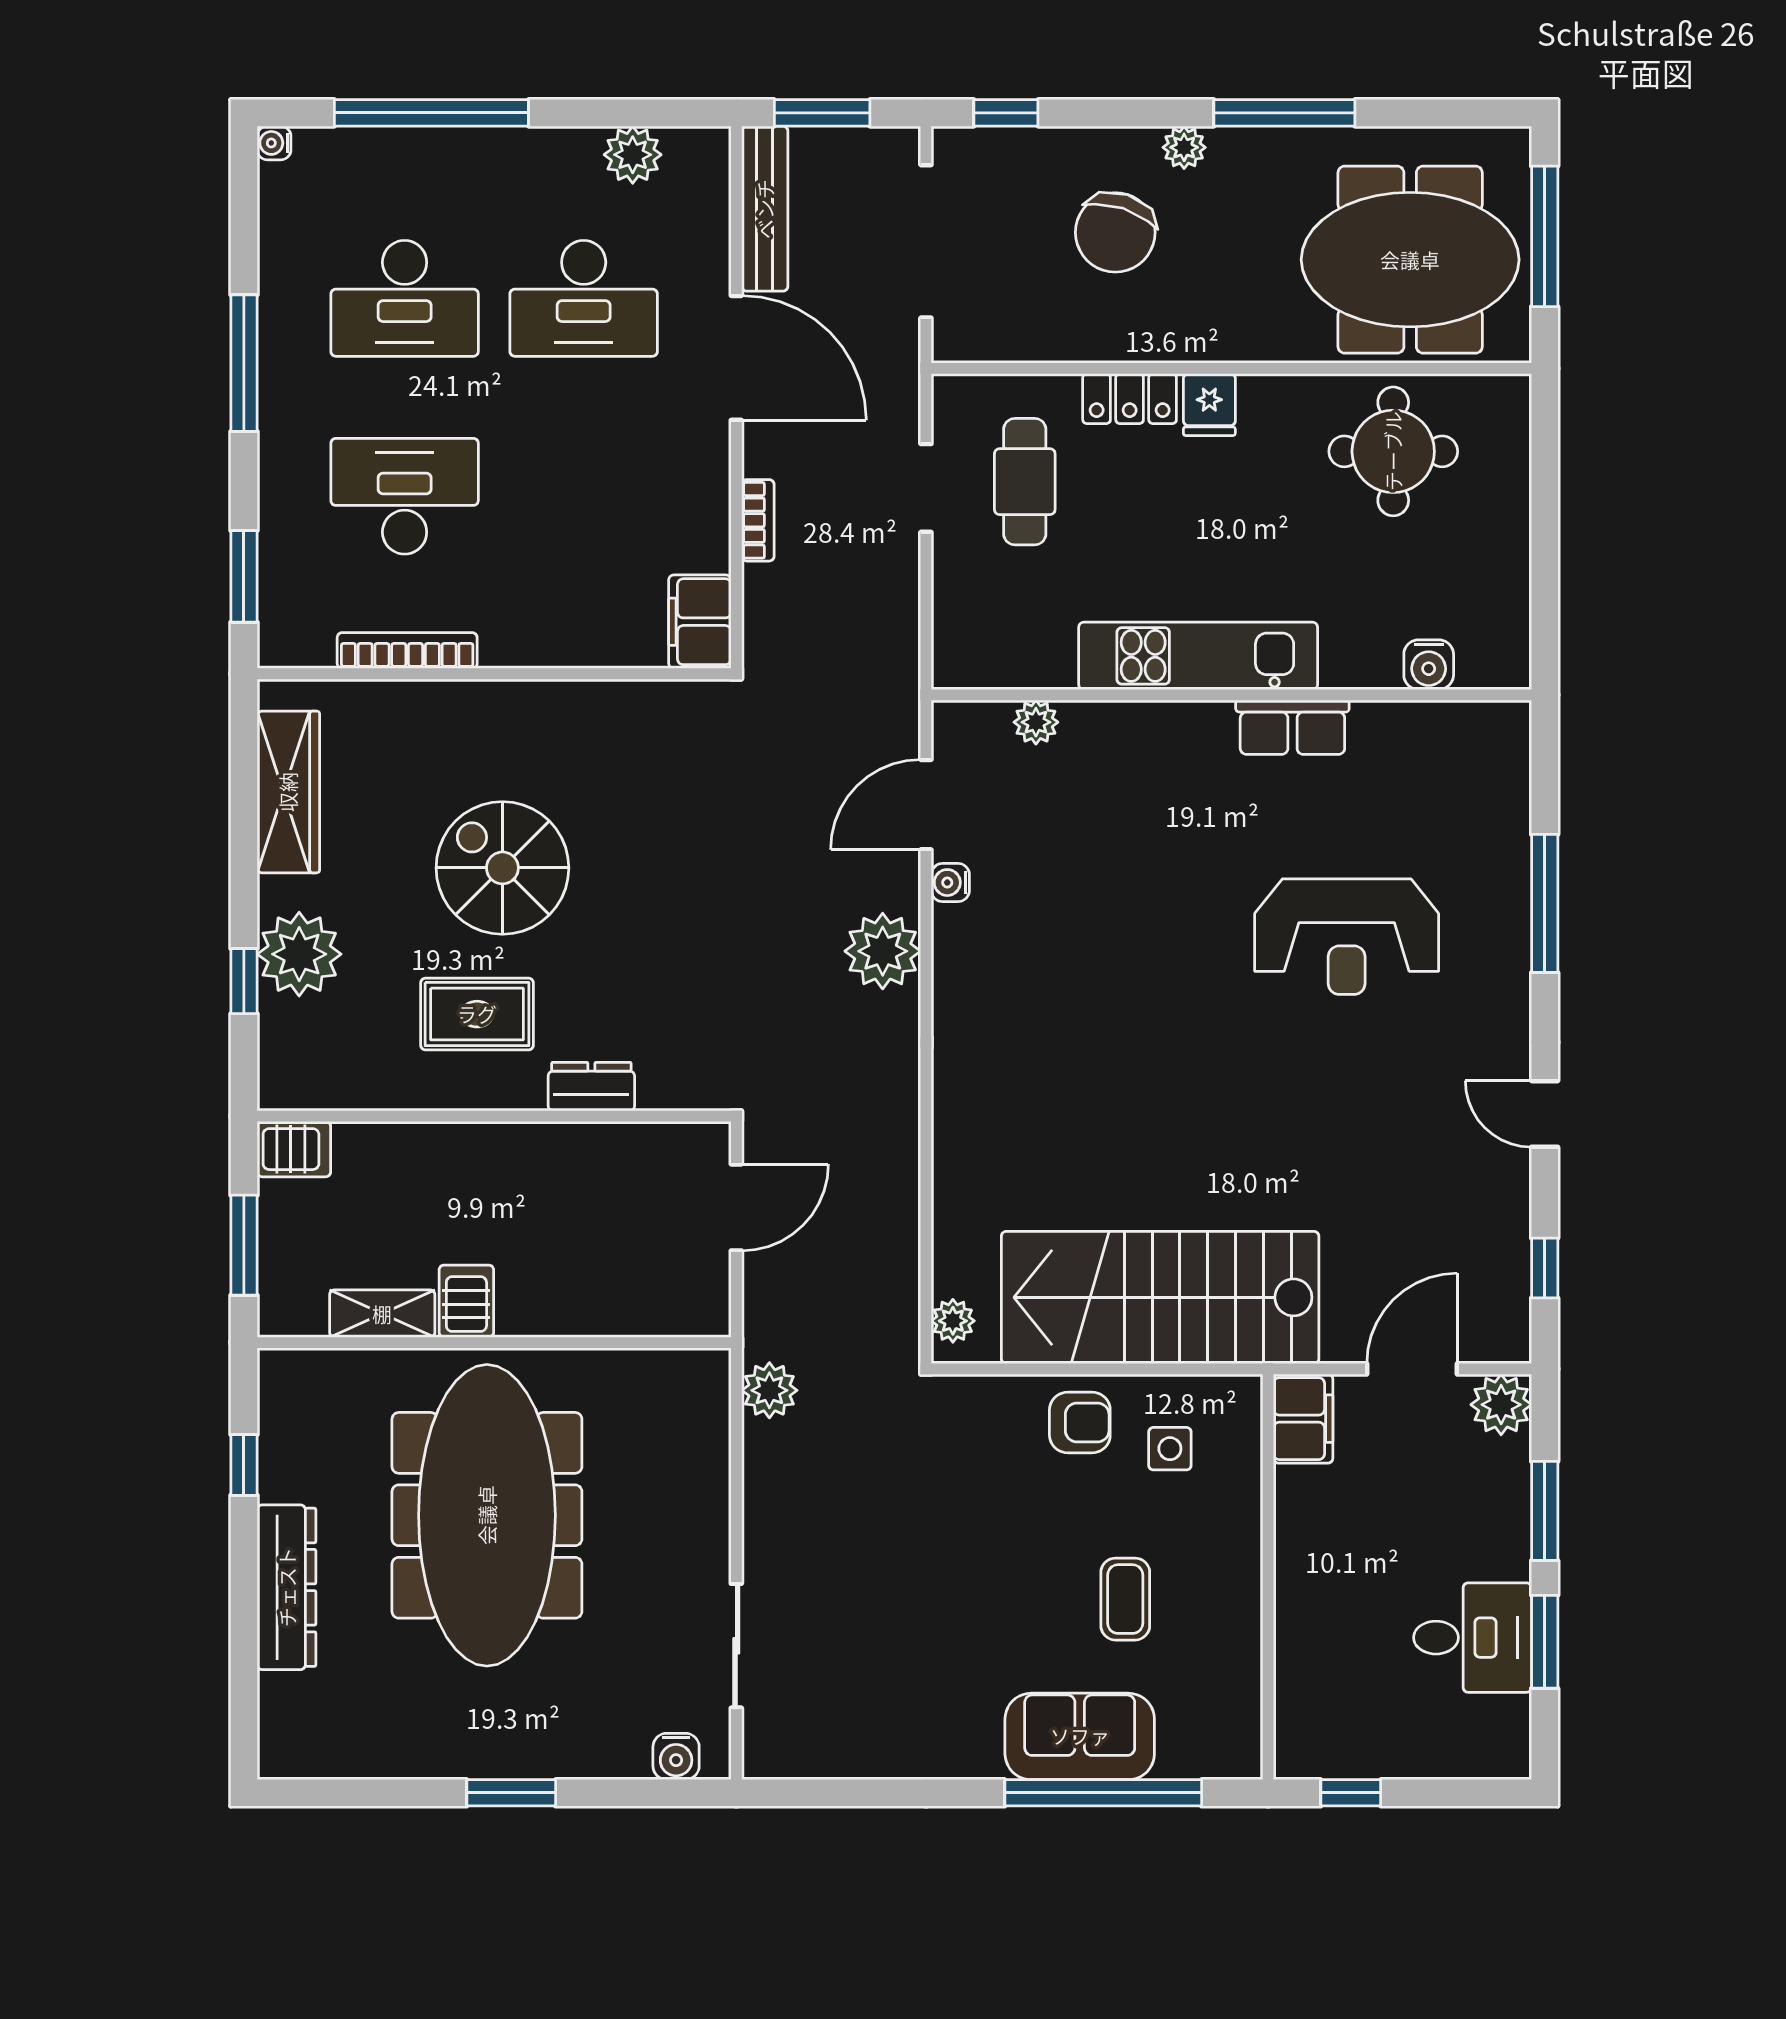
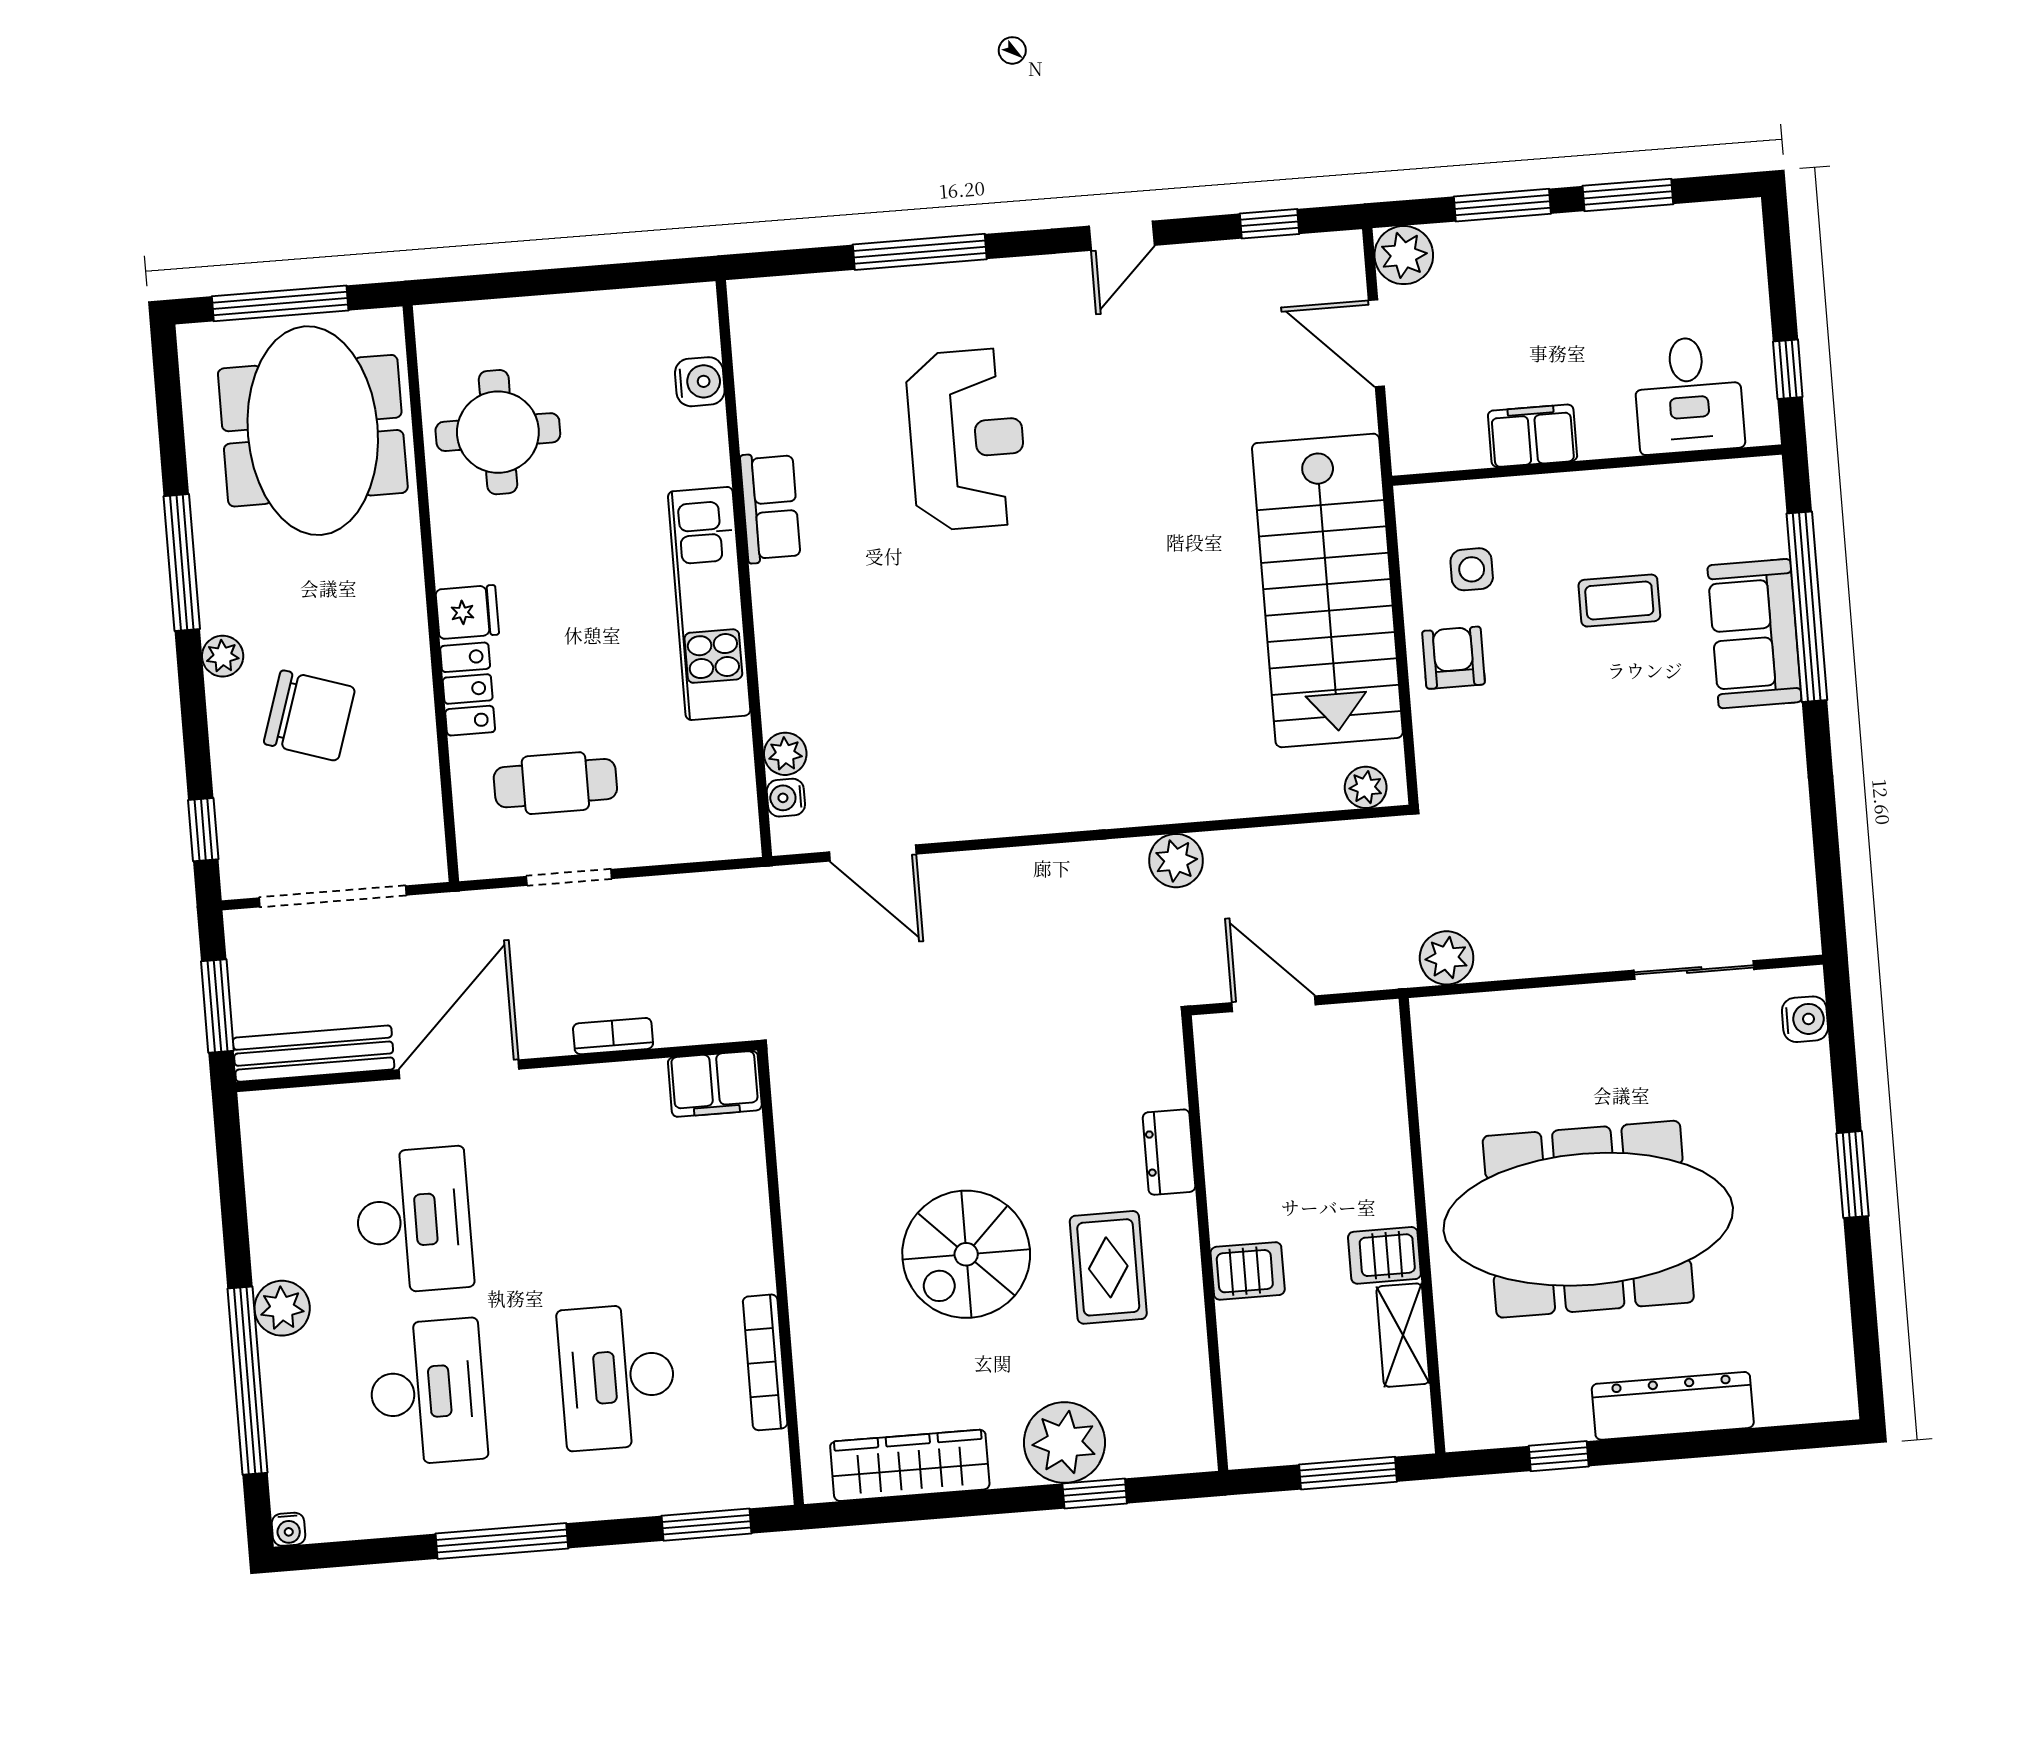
plant: (633, 155) -> (282, 1308), moved
water cooler: (950, 883) -> (786, 798), moved, turned 90
plant: (883, 951) -> (1176, 861), moved, width x0.73, depth x0.73
server rack: (294, 1149) -> (1248, 1271), moved, turned 90
filing cabinet: (1303, 1419) -> (1533, 436), moved
desk: (1473, 1638) -> (1689, 395), moved, turned 180

